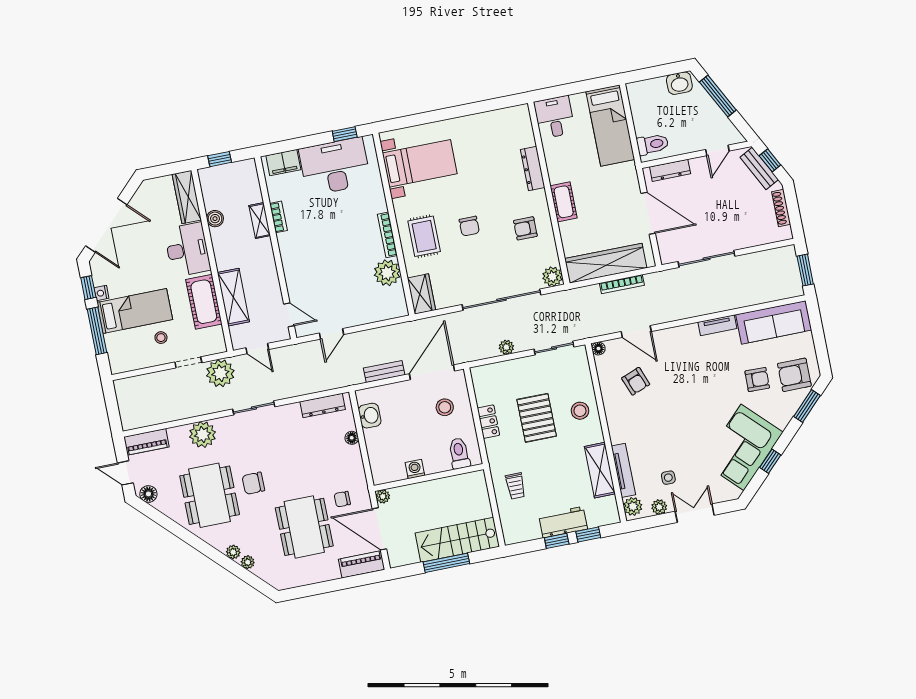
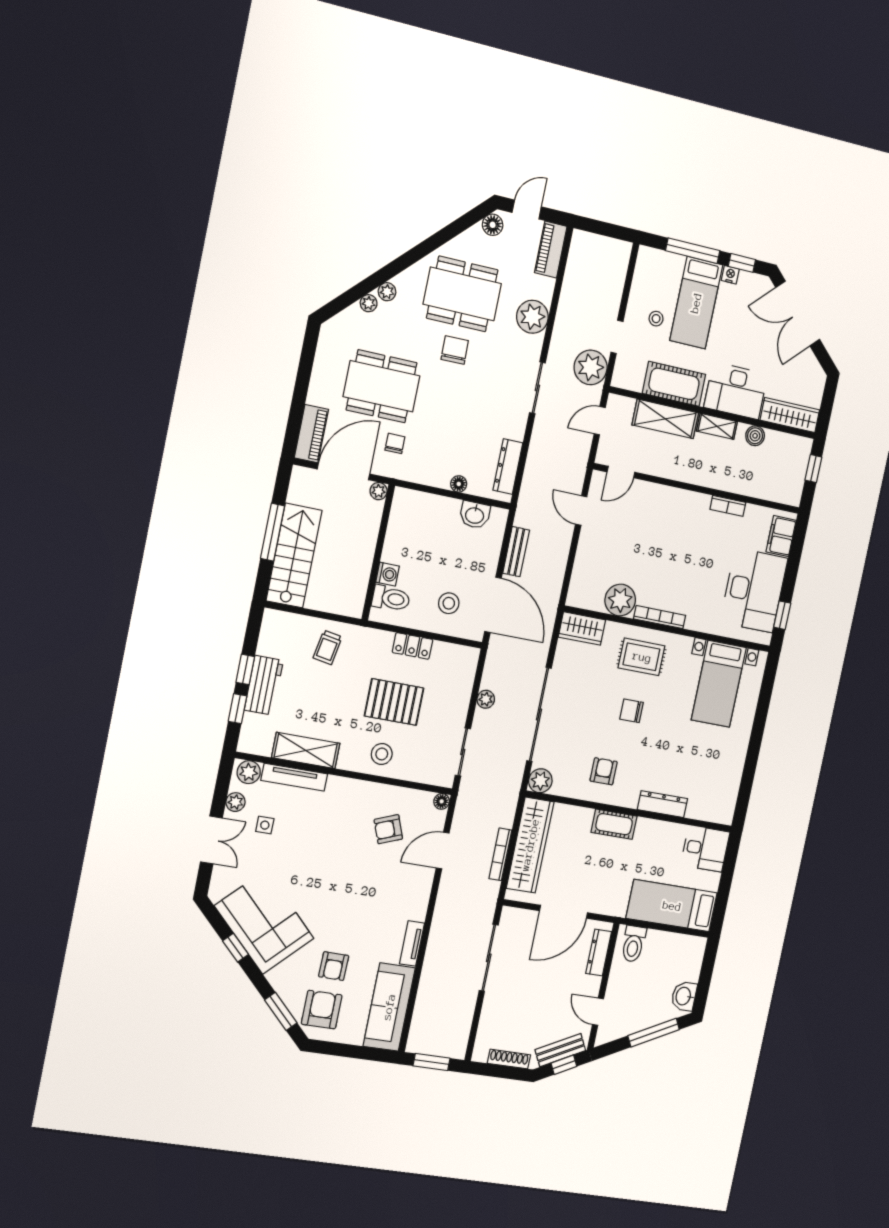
shelving: (260, 221) -> (717, 426), moved
washing machine: (415, 469) -> (388, 574), moved
trolley: (516, 486) -> (328, 647), turned -80

